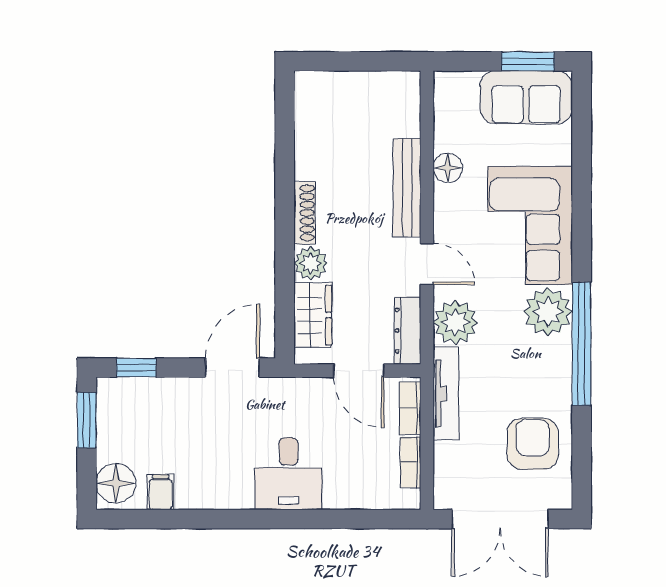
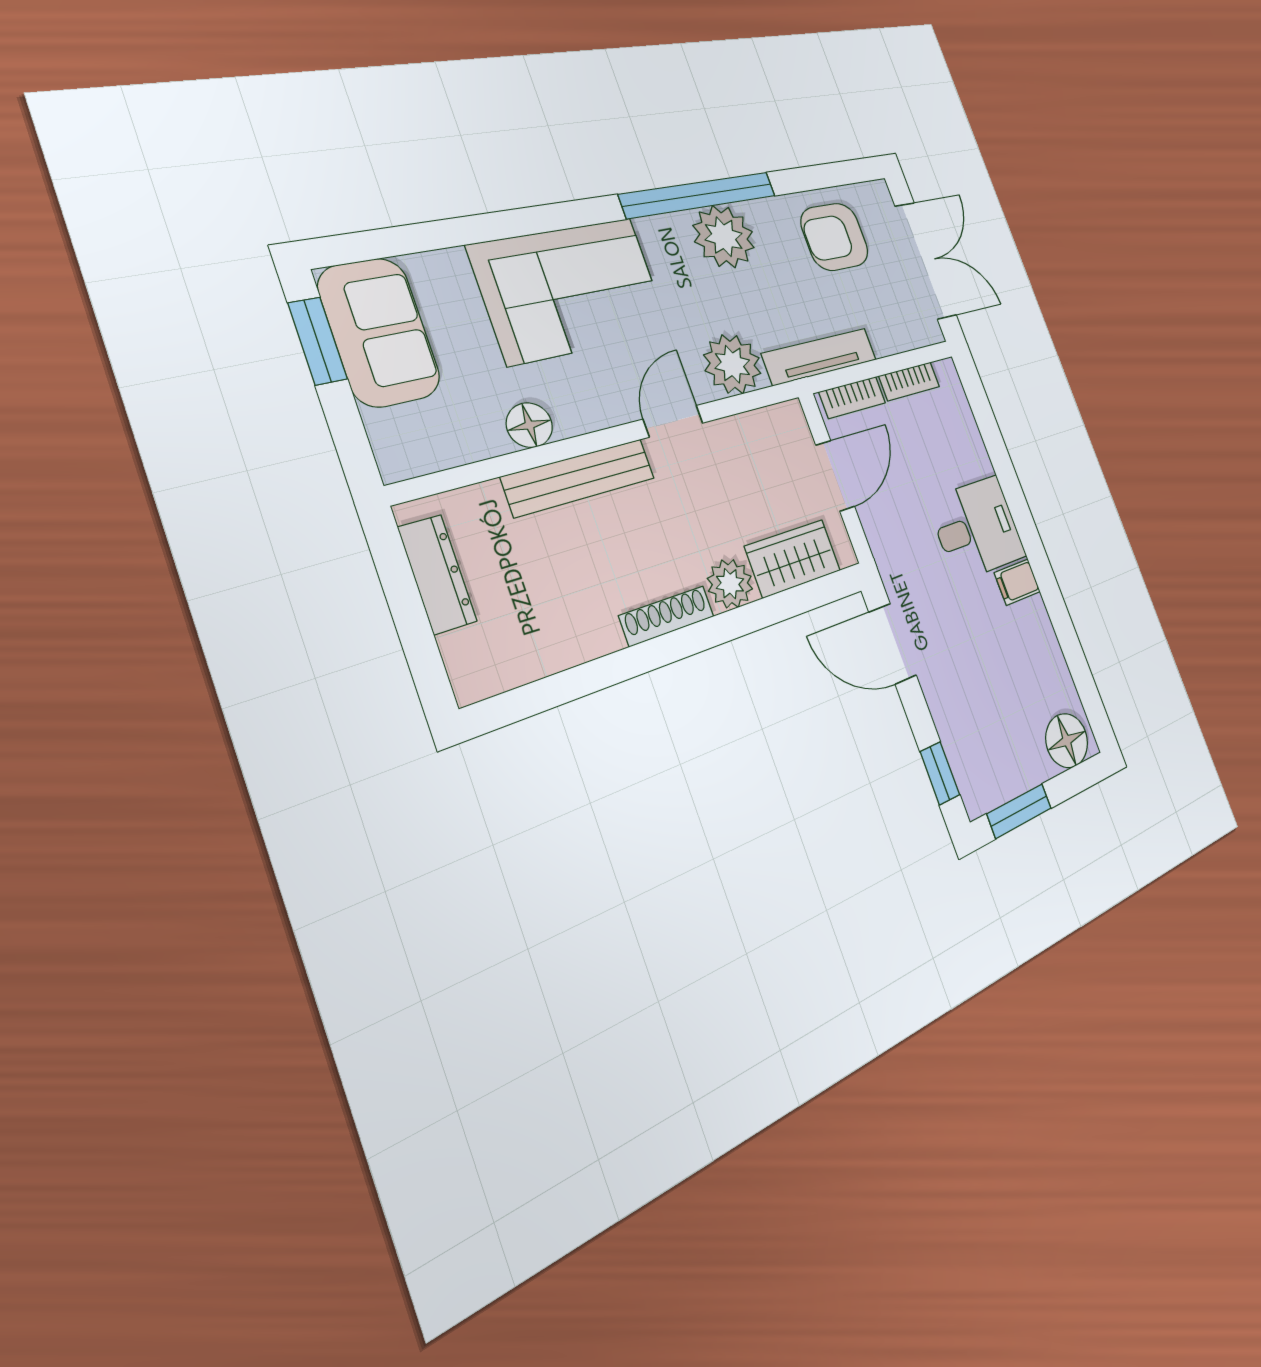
plant: (548, 312) -> (724, 237), moved
dresser: (407, 331) -> (437, 574), moved, turned -90
filing cabinet: (161, 492) -> (1017, 582), moved

